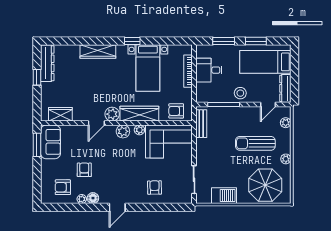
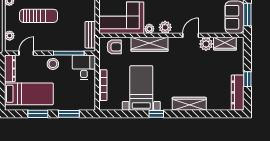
desk: (209, 70) -> (84, 67), moved, turned -90
plant: (112, 114) -> (206, 44), moved

